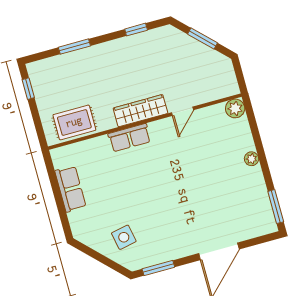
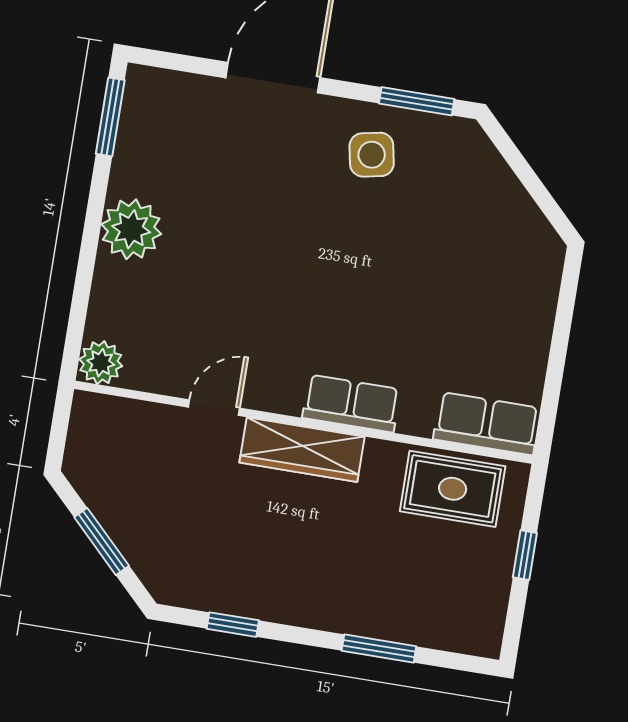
window: (28, 89) -> (525, 555), moved
plant: (252, 159) -> (131, 229), width x1.88, depth x1.88
row of seats: (70, 189) -> (487, 424), moved, turned 90
side table: (124, 237) -> (372, 155), moved

